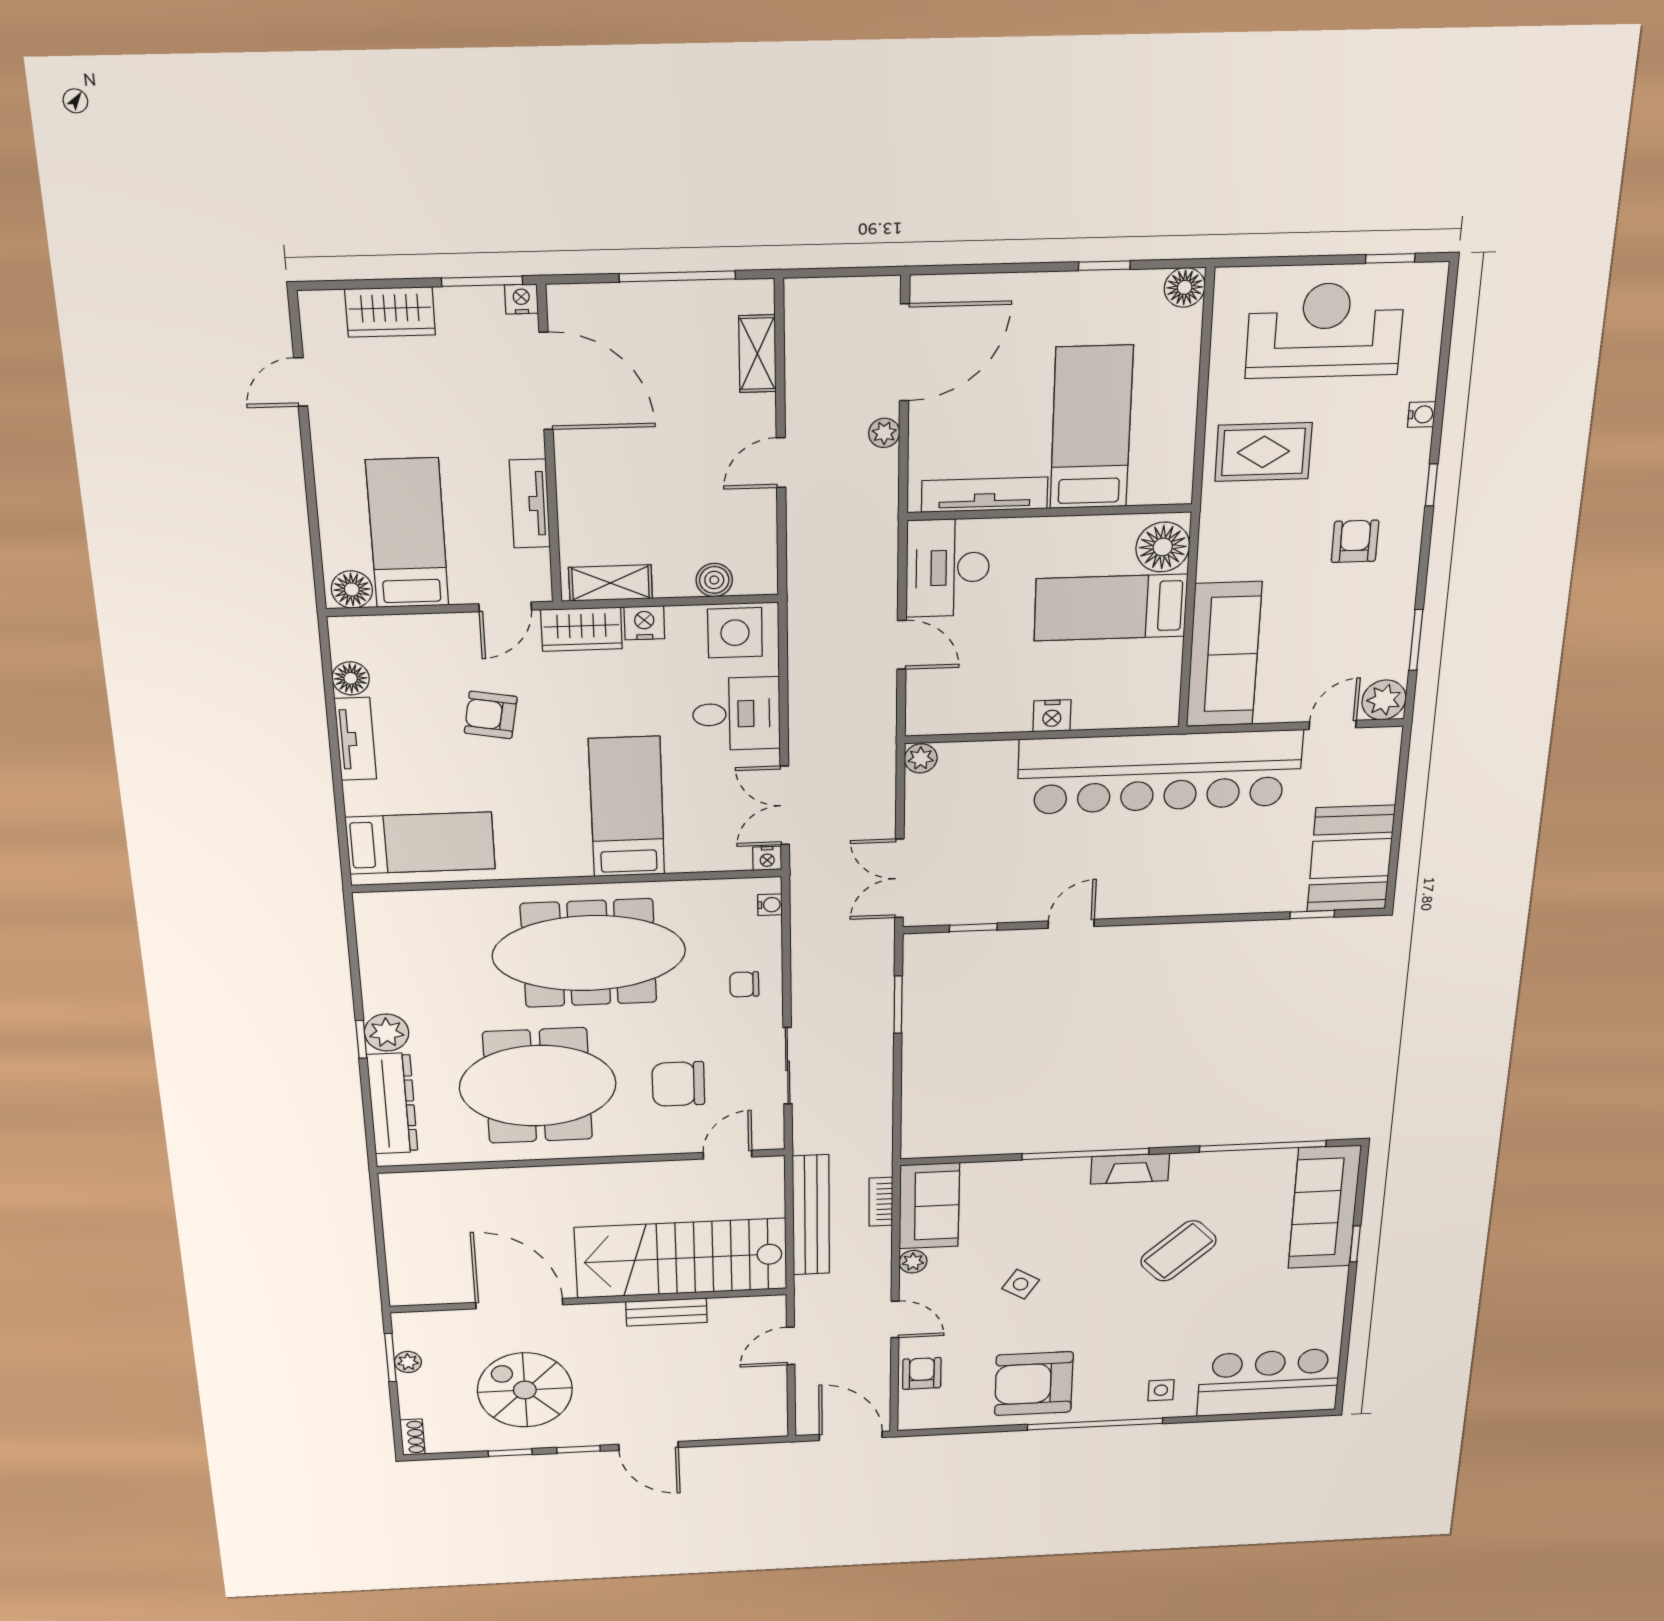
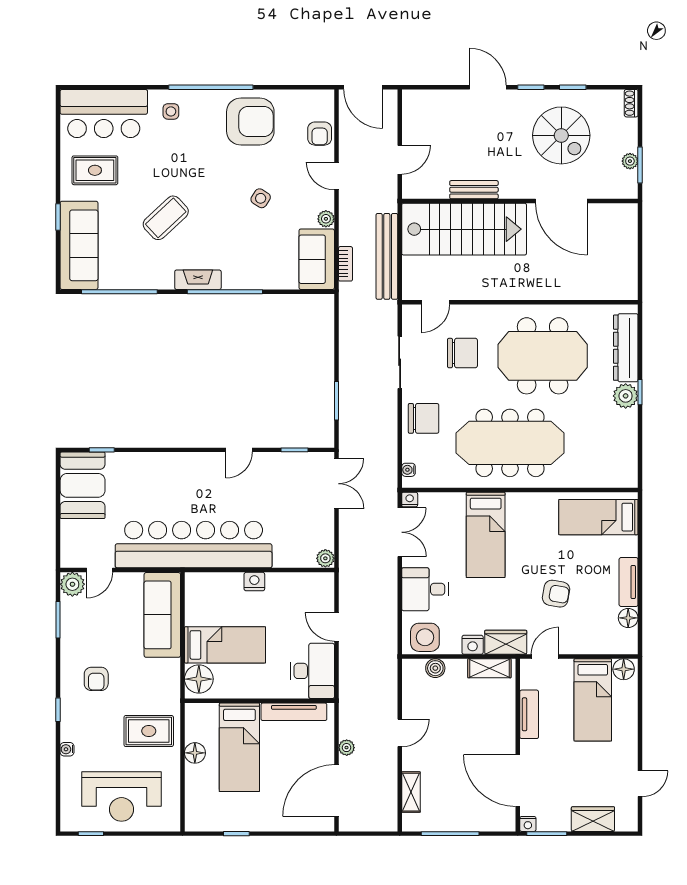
floor lamp: (1185, 287) -> (195, 753), moved
chair: (744, 984) -> (424, 418), width x1.87, depth x1.87
rug: (1289, 1309) -> (95, 170), added

